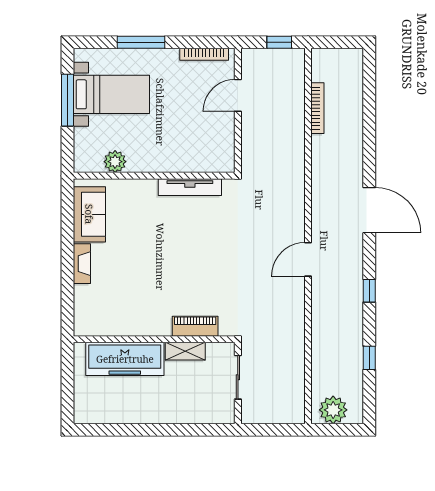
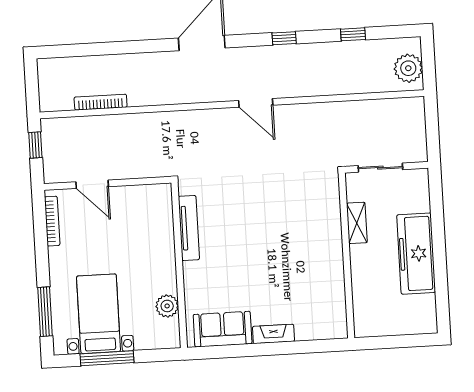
window: (141, 42) -> (45, 312), moved
piano: (195, 326) -> (331, 214), removed
freezer: (125, 359) -> (416, 254), moved, turned 180

